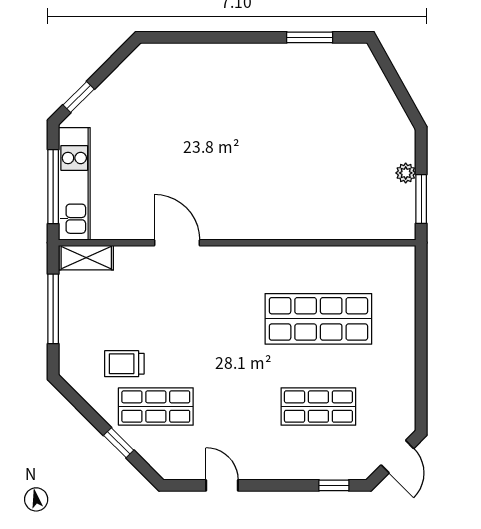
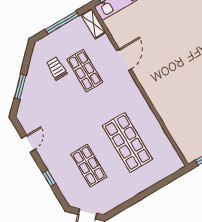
shop shelf: (156, 407) -> (85, 71), moved
window: (119, 443) -> (20, 87), width x1.50
window: (334, 485) -> (49, 178), moved

